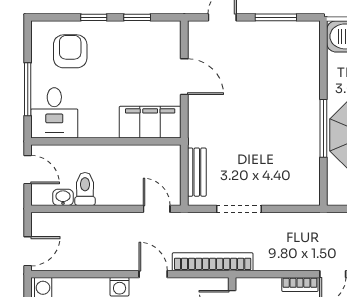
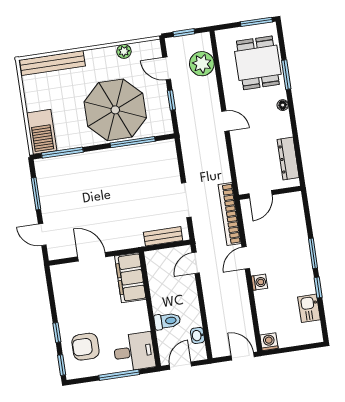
window: (137, 17) -> (62, 365), moved
window: (323, 59) -> (62, 153), added
door: (184, 77) -> (92, 257), hinge flipped
window: (323, 128) -> (133, 142), moved
toilet: (85, 189) -> (167, 321), moved, turned 180
bookcase: (300, 285) -> (237, 145), removed

